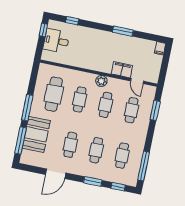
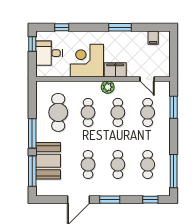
filing cabinet: (160, 48) -> (153, 38), moved
corner desk: (88, 54) -> (87, 61), added
filing cabinet: (122, 70) -> (115, 70), moved
window: (93, 181) -> (110, 200), moved

